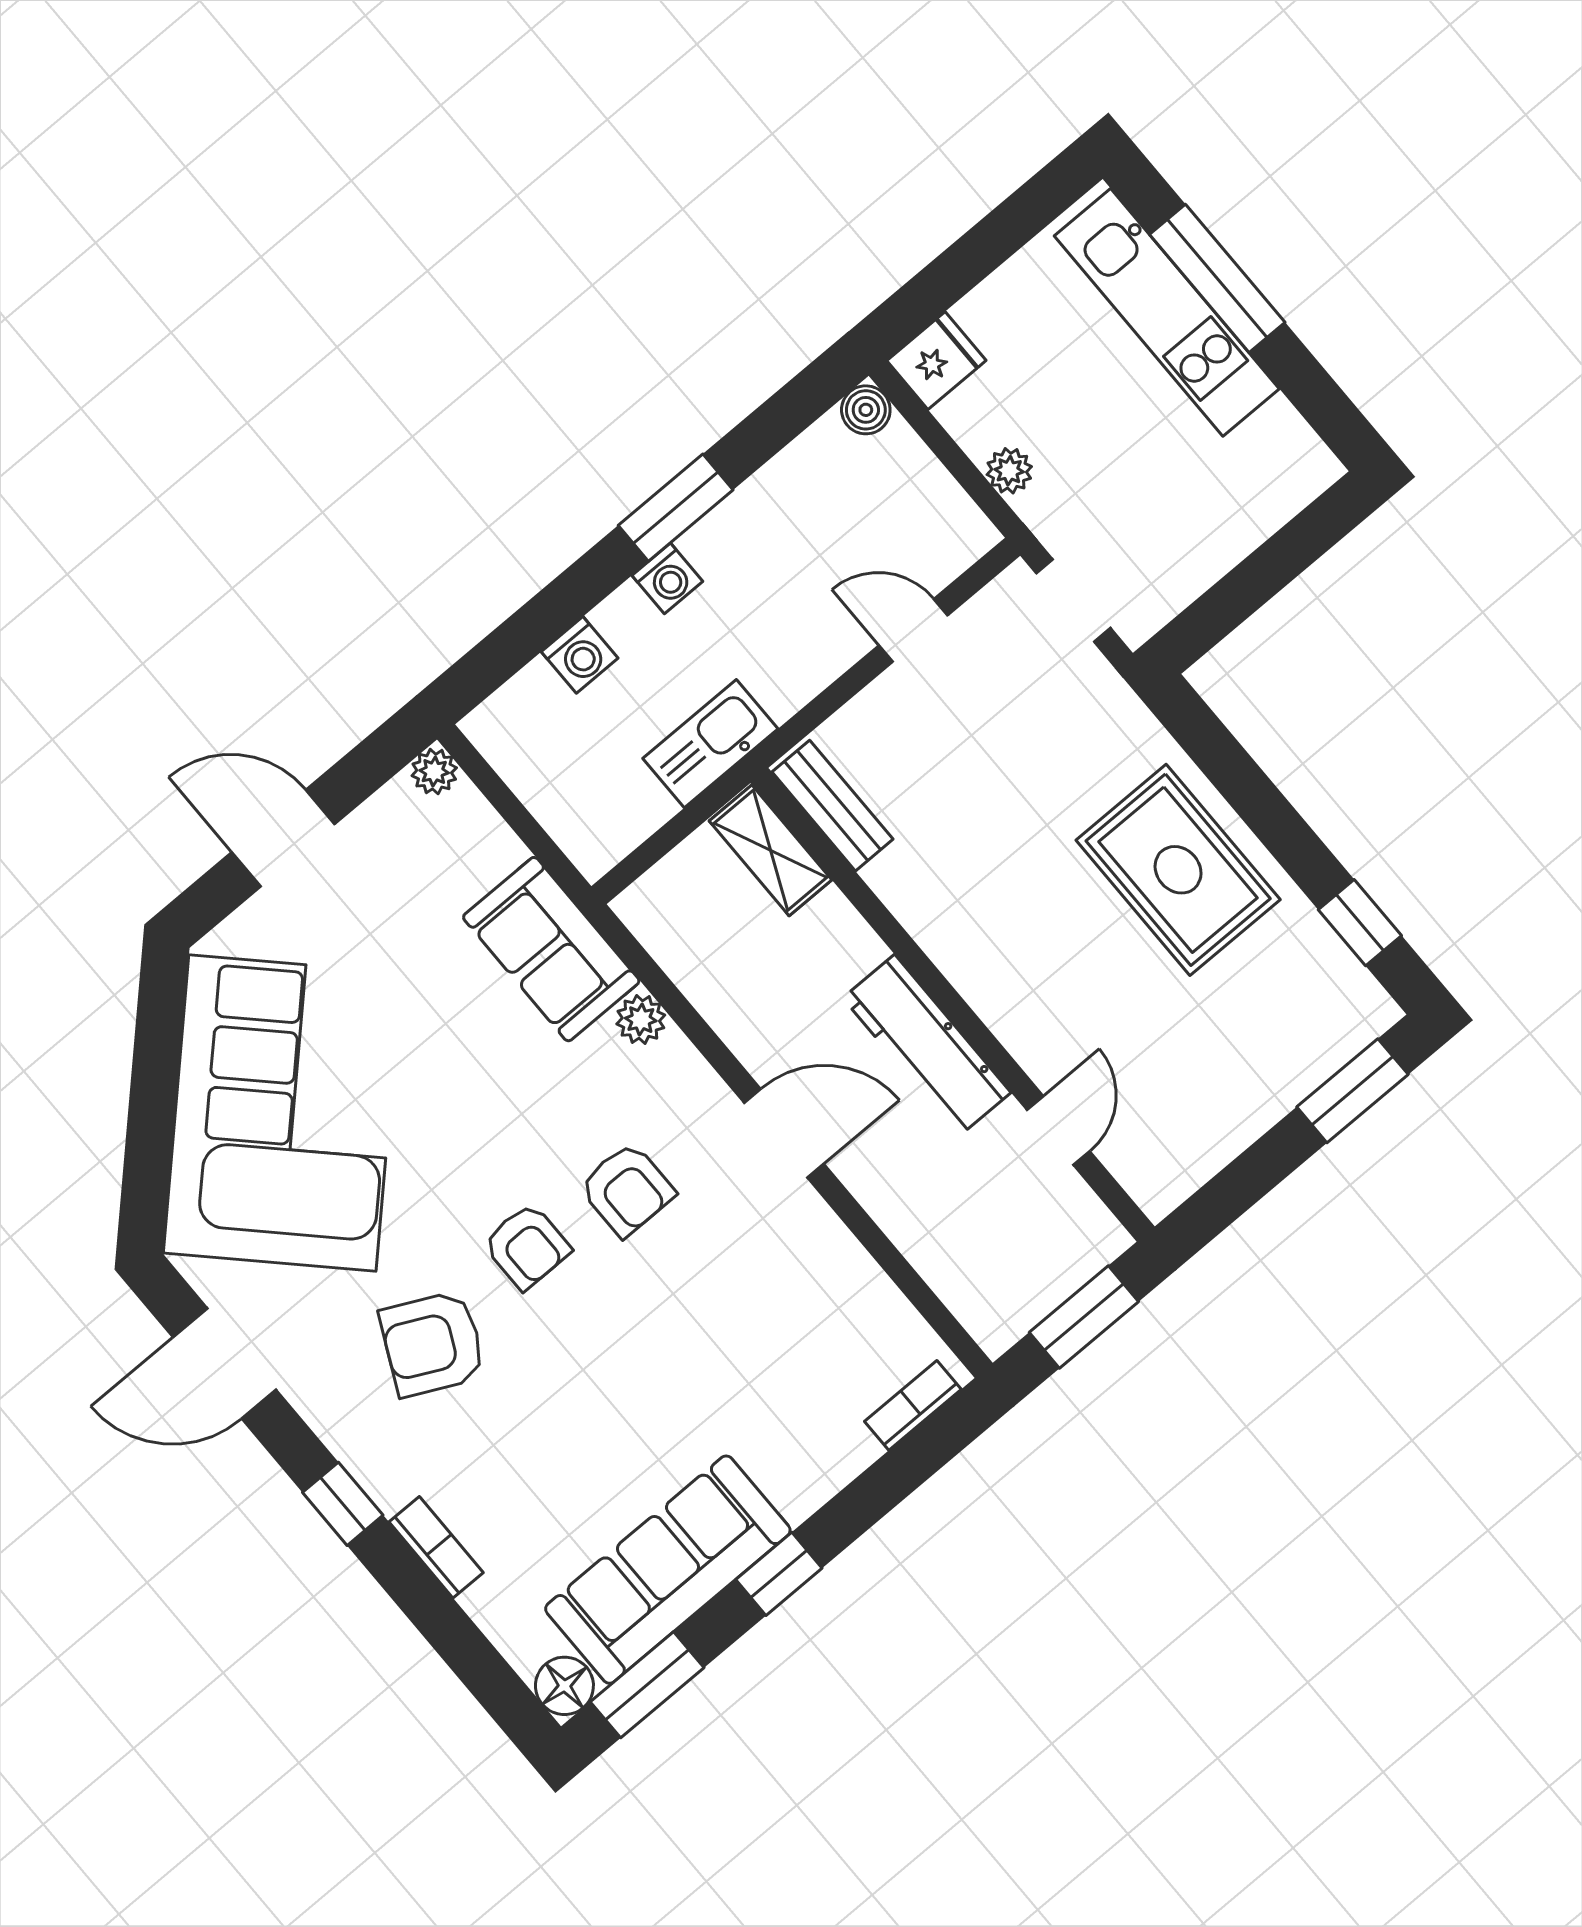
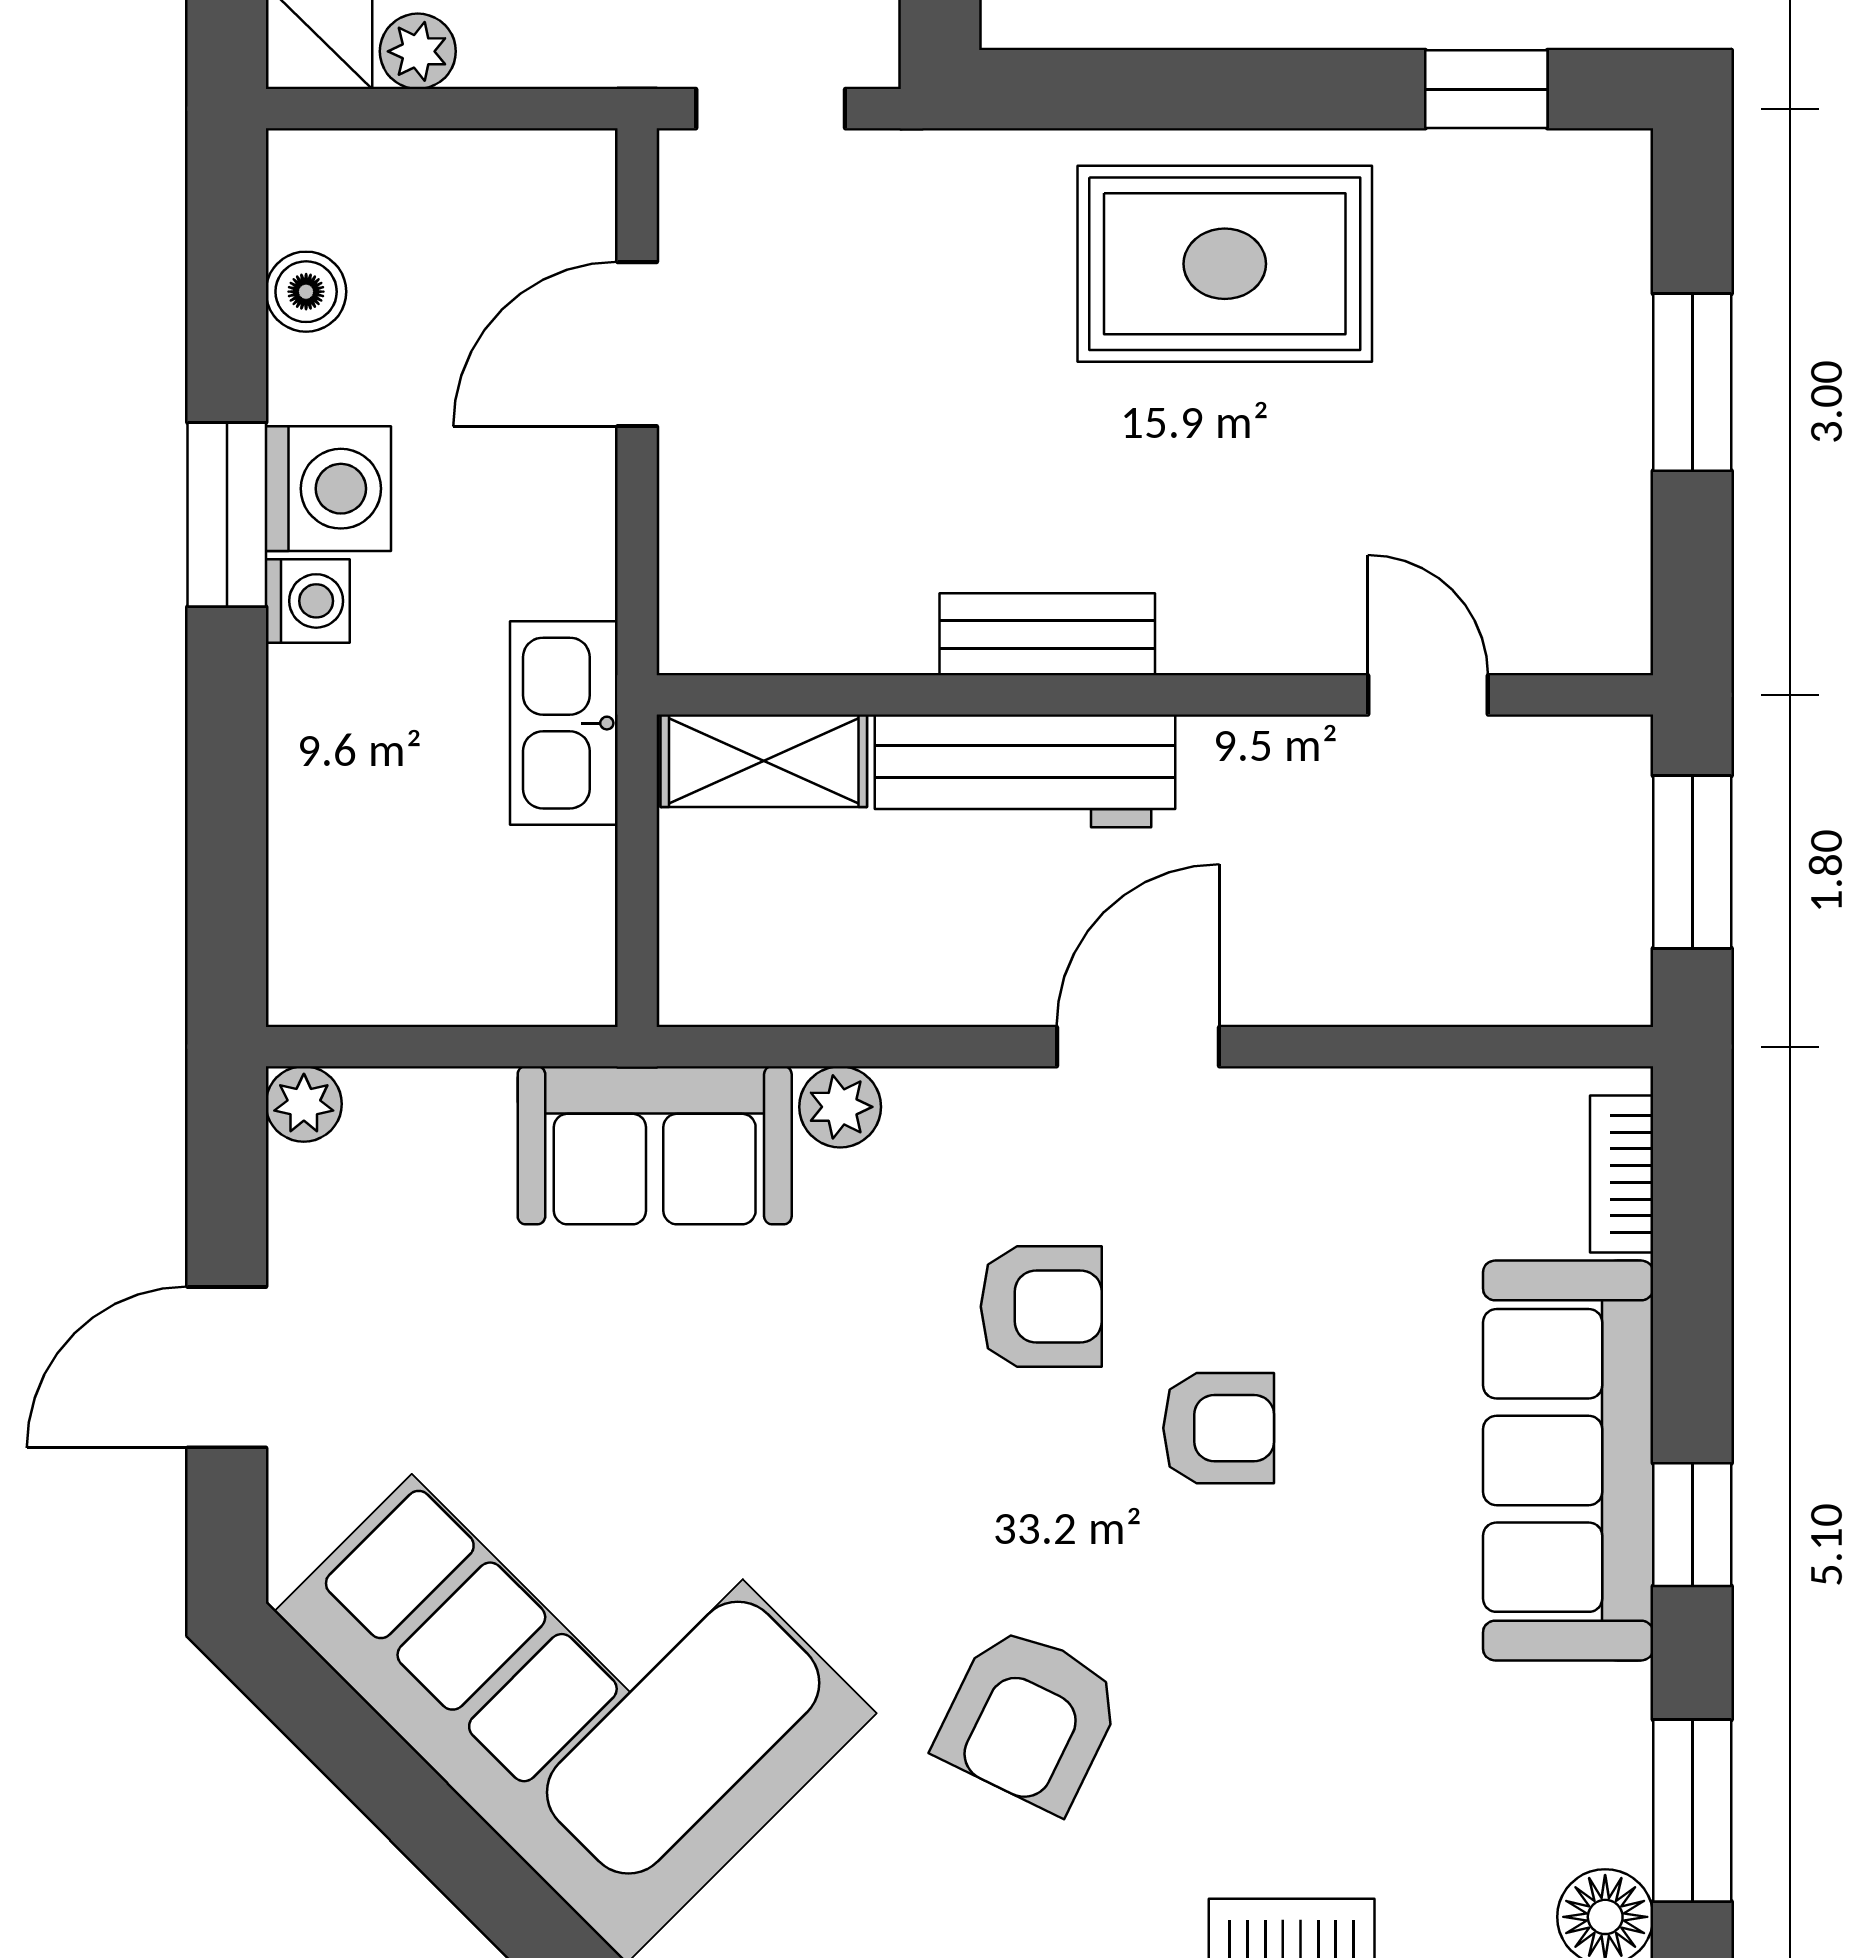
boiler: (866, 410) -> (306, 292), moved
plant: (1009, 471) -> (418, 51), moved
door: (913, 630) -> (637, 344), width x1.38
washing machine: (580, 655) -> (328, 489), moved, width x1.38, depth x1.38
bench: (832, 806) -> (1047, 634), moved
workbench: (927, 1045) -> (1025, 771), moved
window: (1352, 1091) -> (1692, 382), moved
armchair: (527, 1246) -> (1219, 1428), moved
sofa: (668, 1570) -> (1568, 1460), moved

